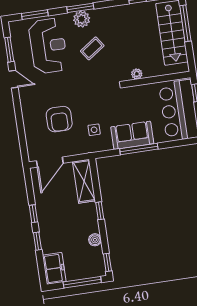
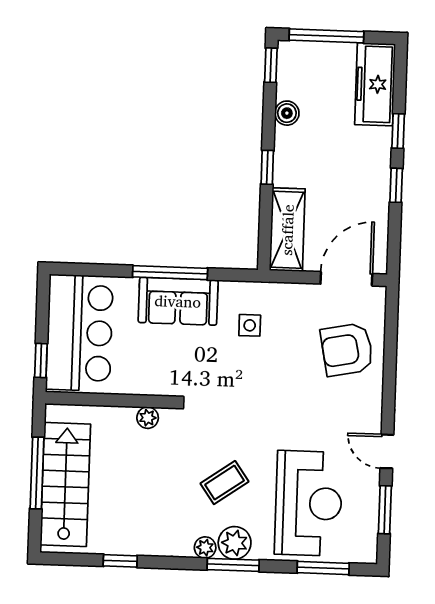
plant: (96, 14) -> (205, 548), added
window: (185, 23) -> (37, 473), moved
reception desk: (48, 46) -> (308, 503), turned 180
armchair: (59, 119) -> (347, 350), moved, turned -101
freezer: (54, 268) -> (375, 84), width x1.40

